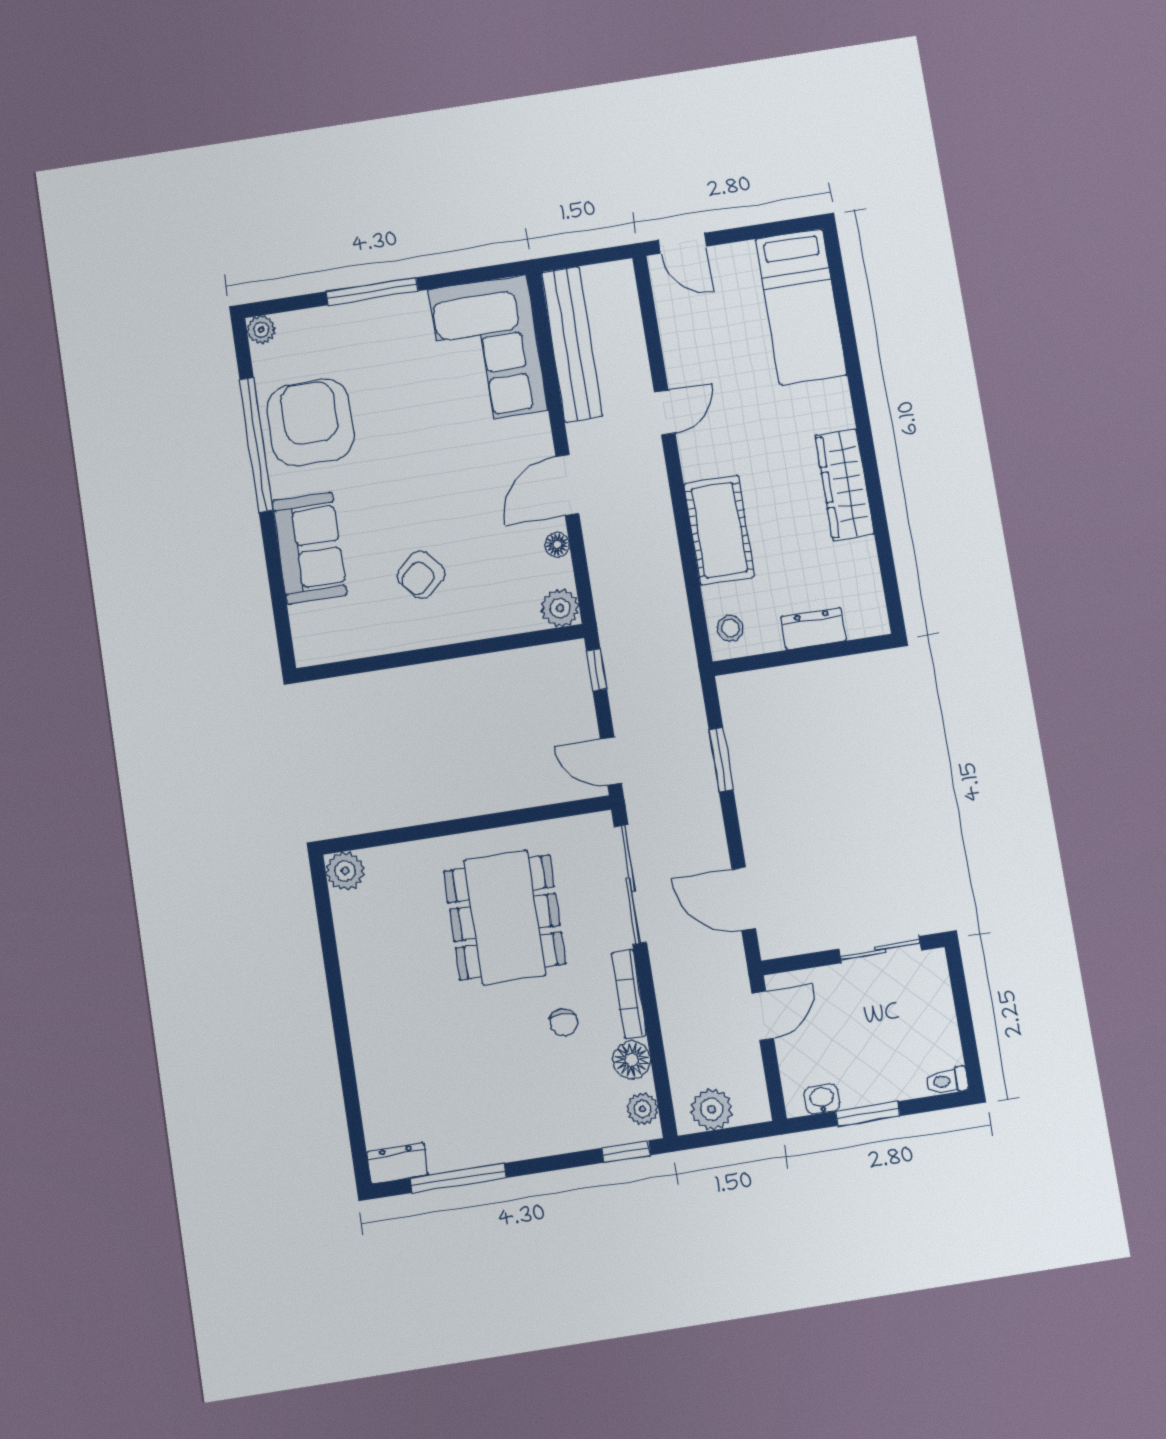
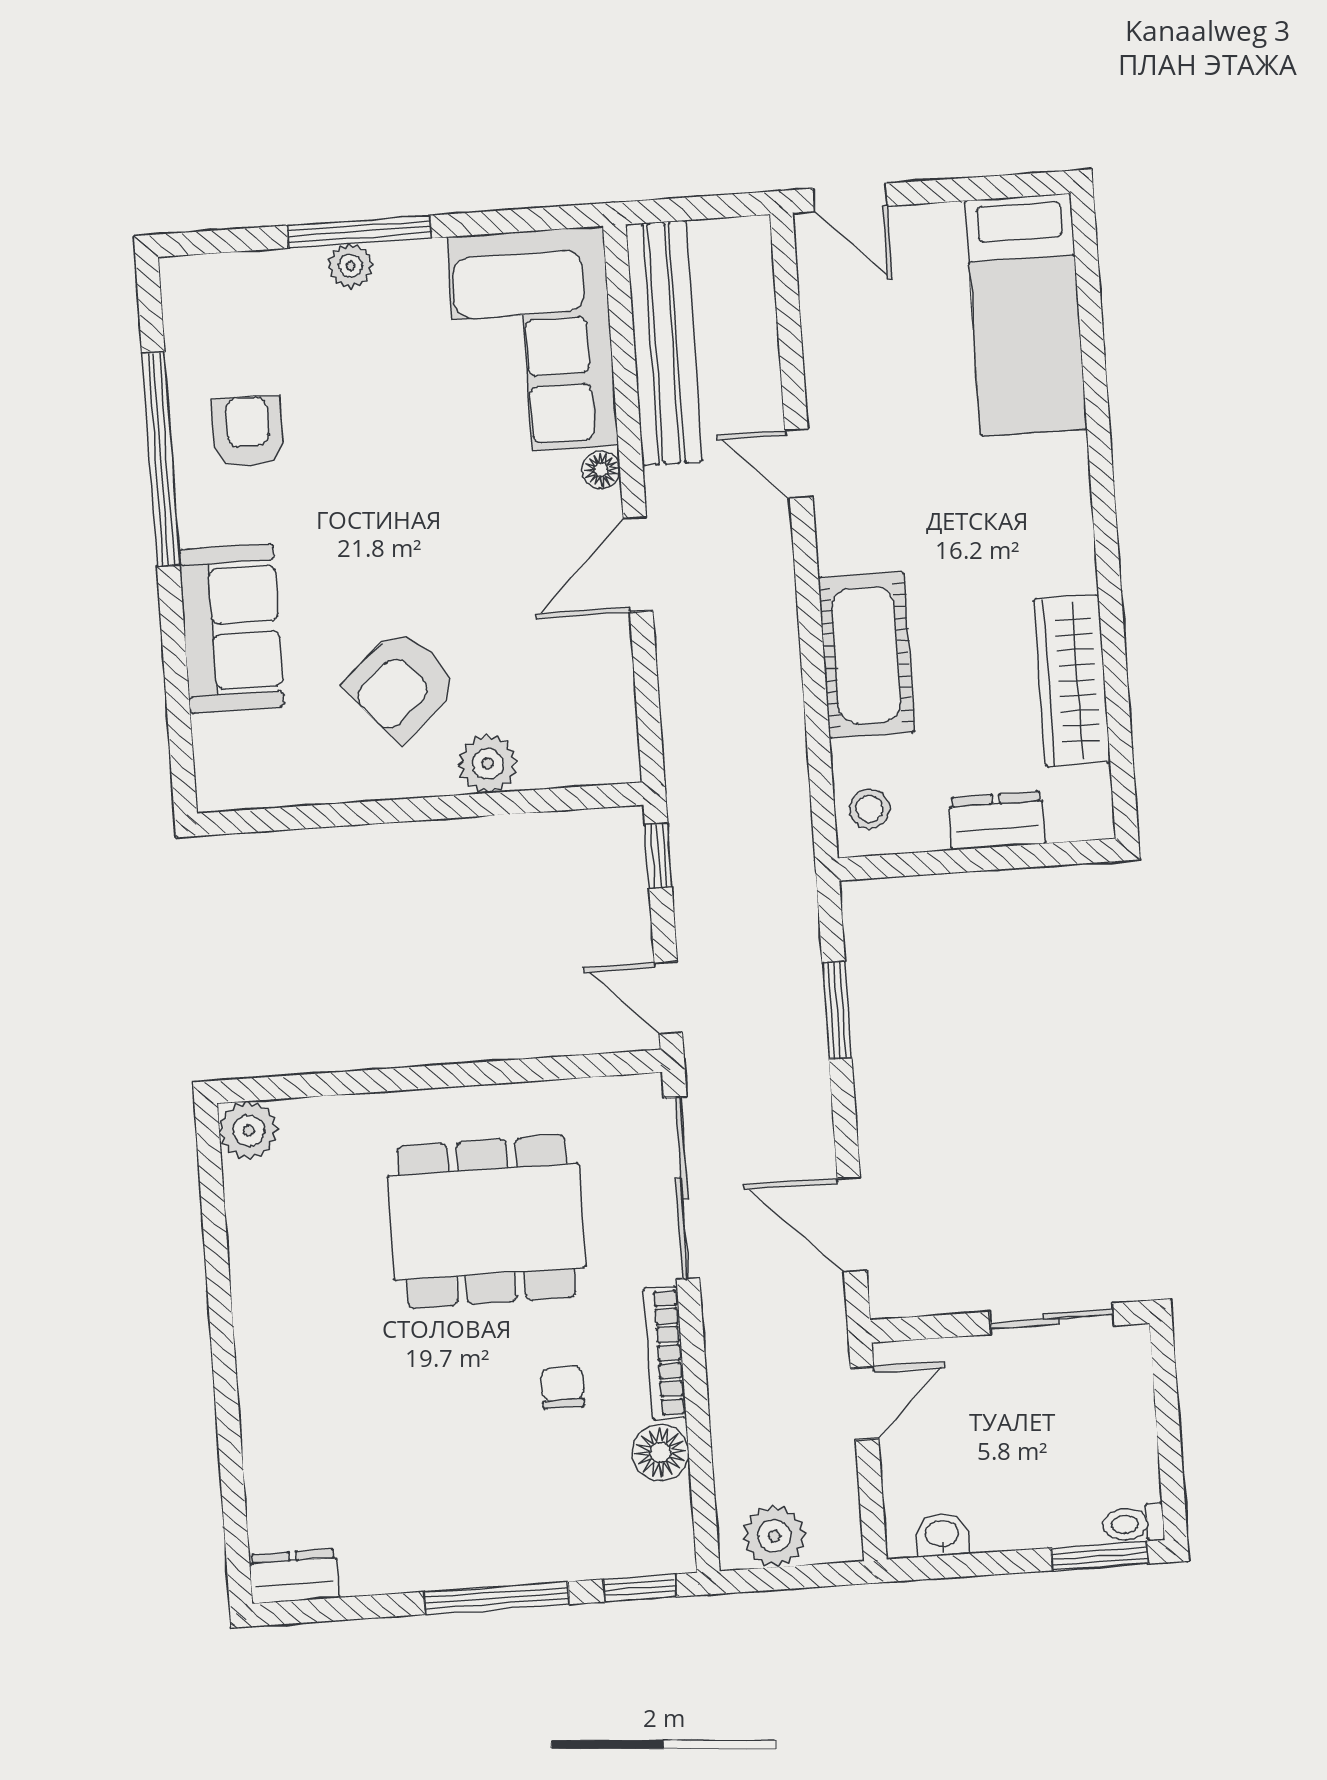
plant: (261, 330) -> (350, 266), moved
door: (665, 413) -> (799, 464), swing flipped
armchair: (311, 422) -> (248, 431), width x0.53, depth x0.53
wardrobe: (845, 485) -> (1072, 681), moved
floor lamp: (557, 545) -> (601, 470), moved
armchair: (421, 575) -> (401, 685), width x1.38, depth x1.38
plant: (560, 608) -> (488, 764), moved
dining table: (505, 917) -> (486, 1222), turned 90
chair: (564, 1022) -> (563, 1387), turned 180
plant: (642, 1109) -> (670, 1527), removed
window: (868, 1114) -> (1099, 1556), moved
window: (458, 1178) -> (497, 1598), moved

